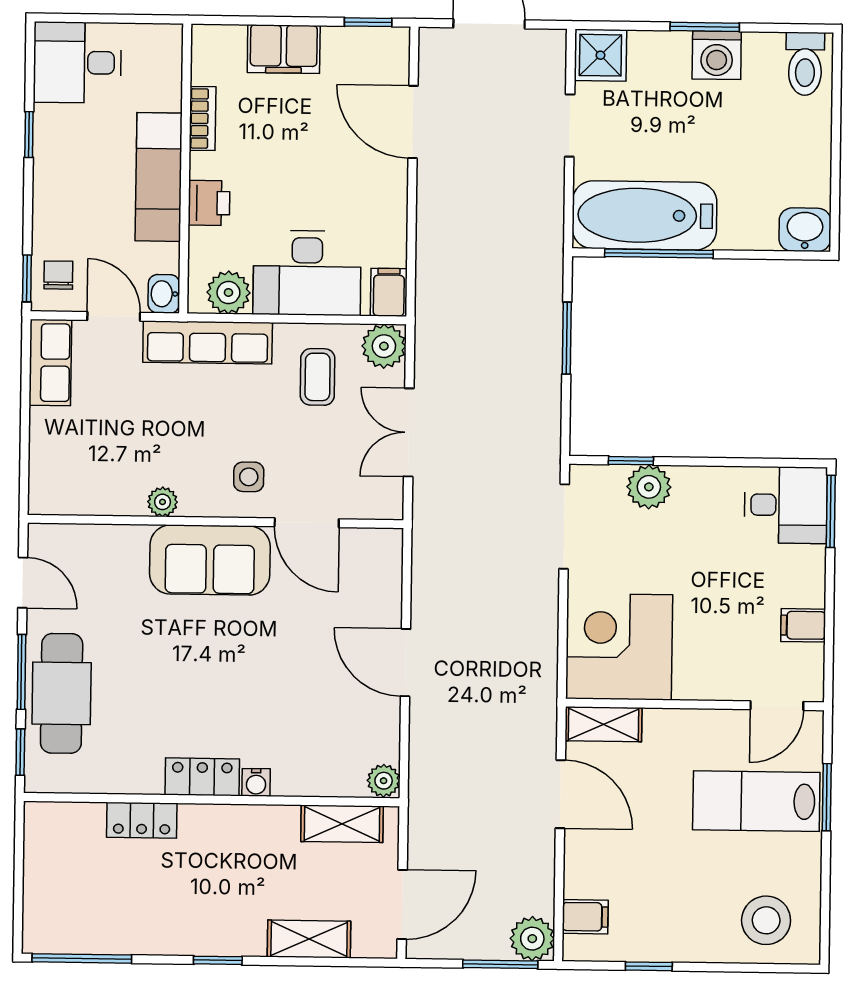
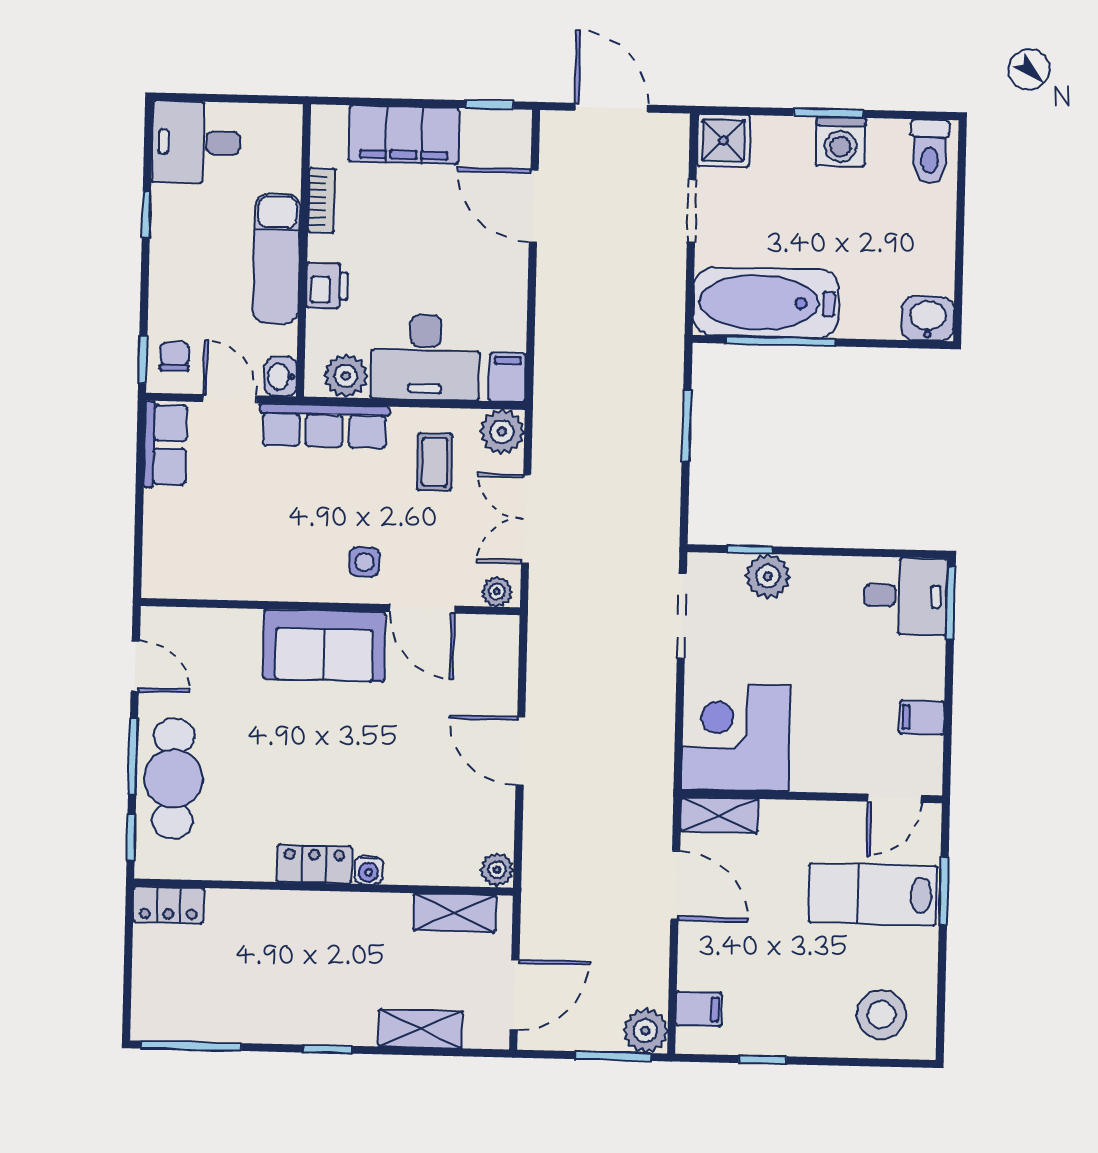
filing cabinet: (284, 49) -> (404, 135), width x1.50, depth x1.17
plant: (163, 502) -> (497, 592), moved
locker: (142, 820) -> (169, 905), moved

